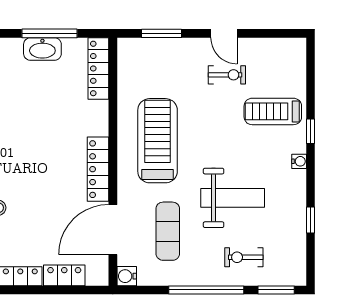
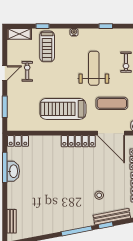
shelving: (296, 60) -> (19, 34), added
locker: (98, 68) -> (18, 141), width x0.66
window: (311, 131) -> (43, 26), moved

